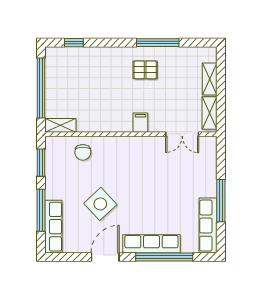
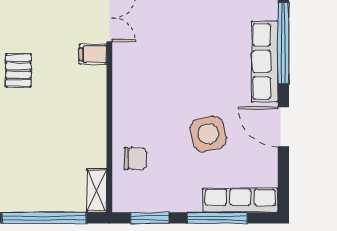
filing cabinet: (140, 123) -> (93, 54), moved
side table: (100, 204) -> (208, 134), turned 30

